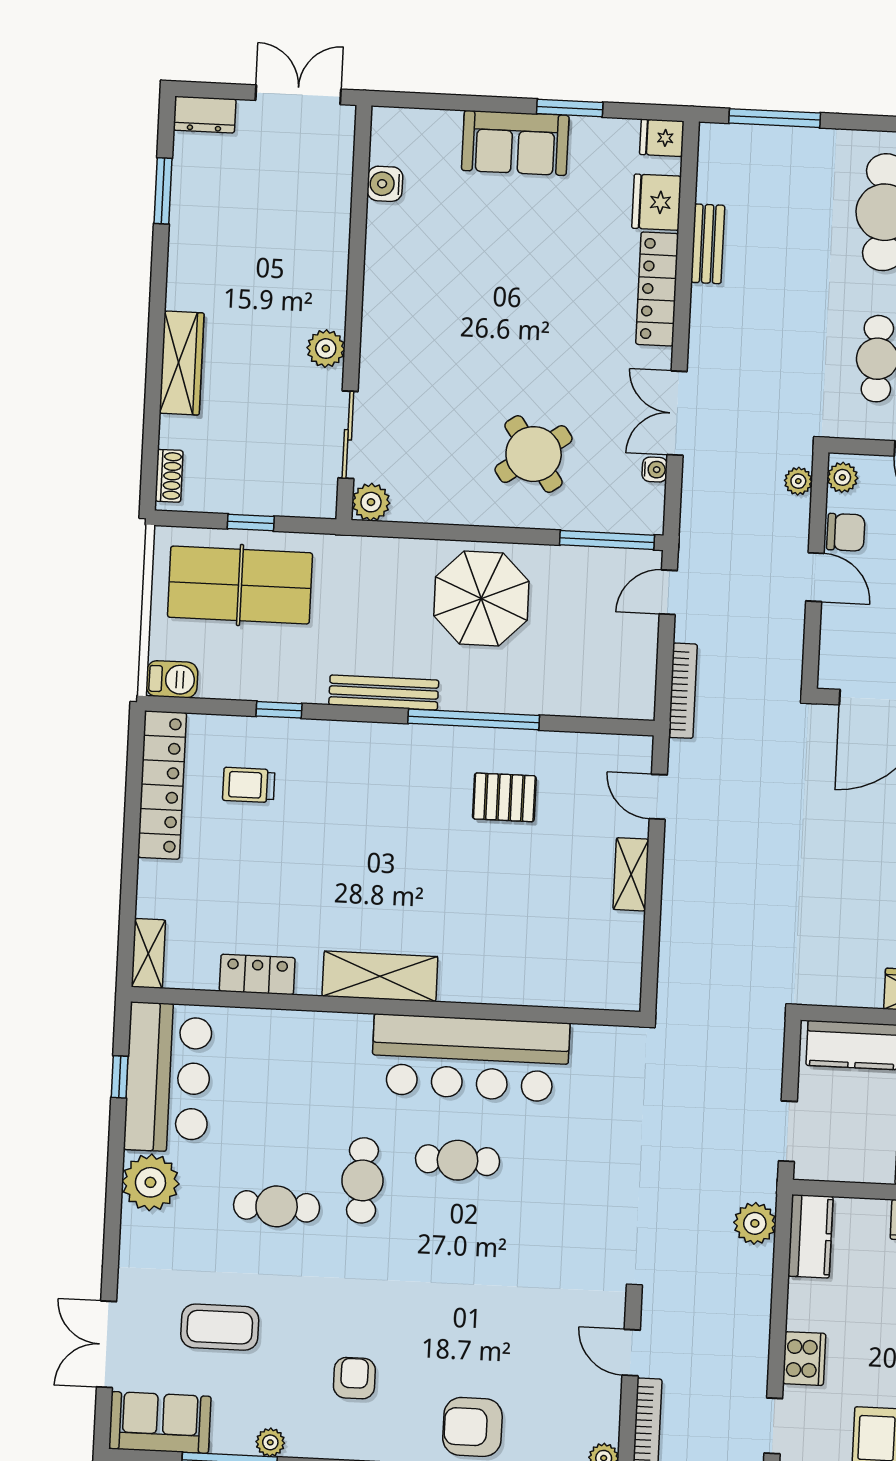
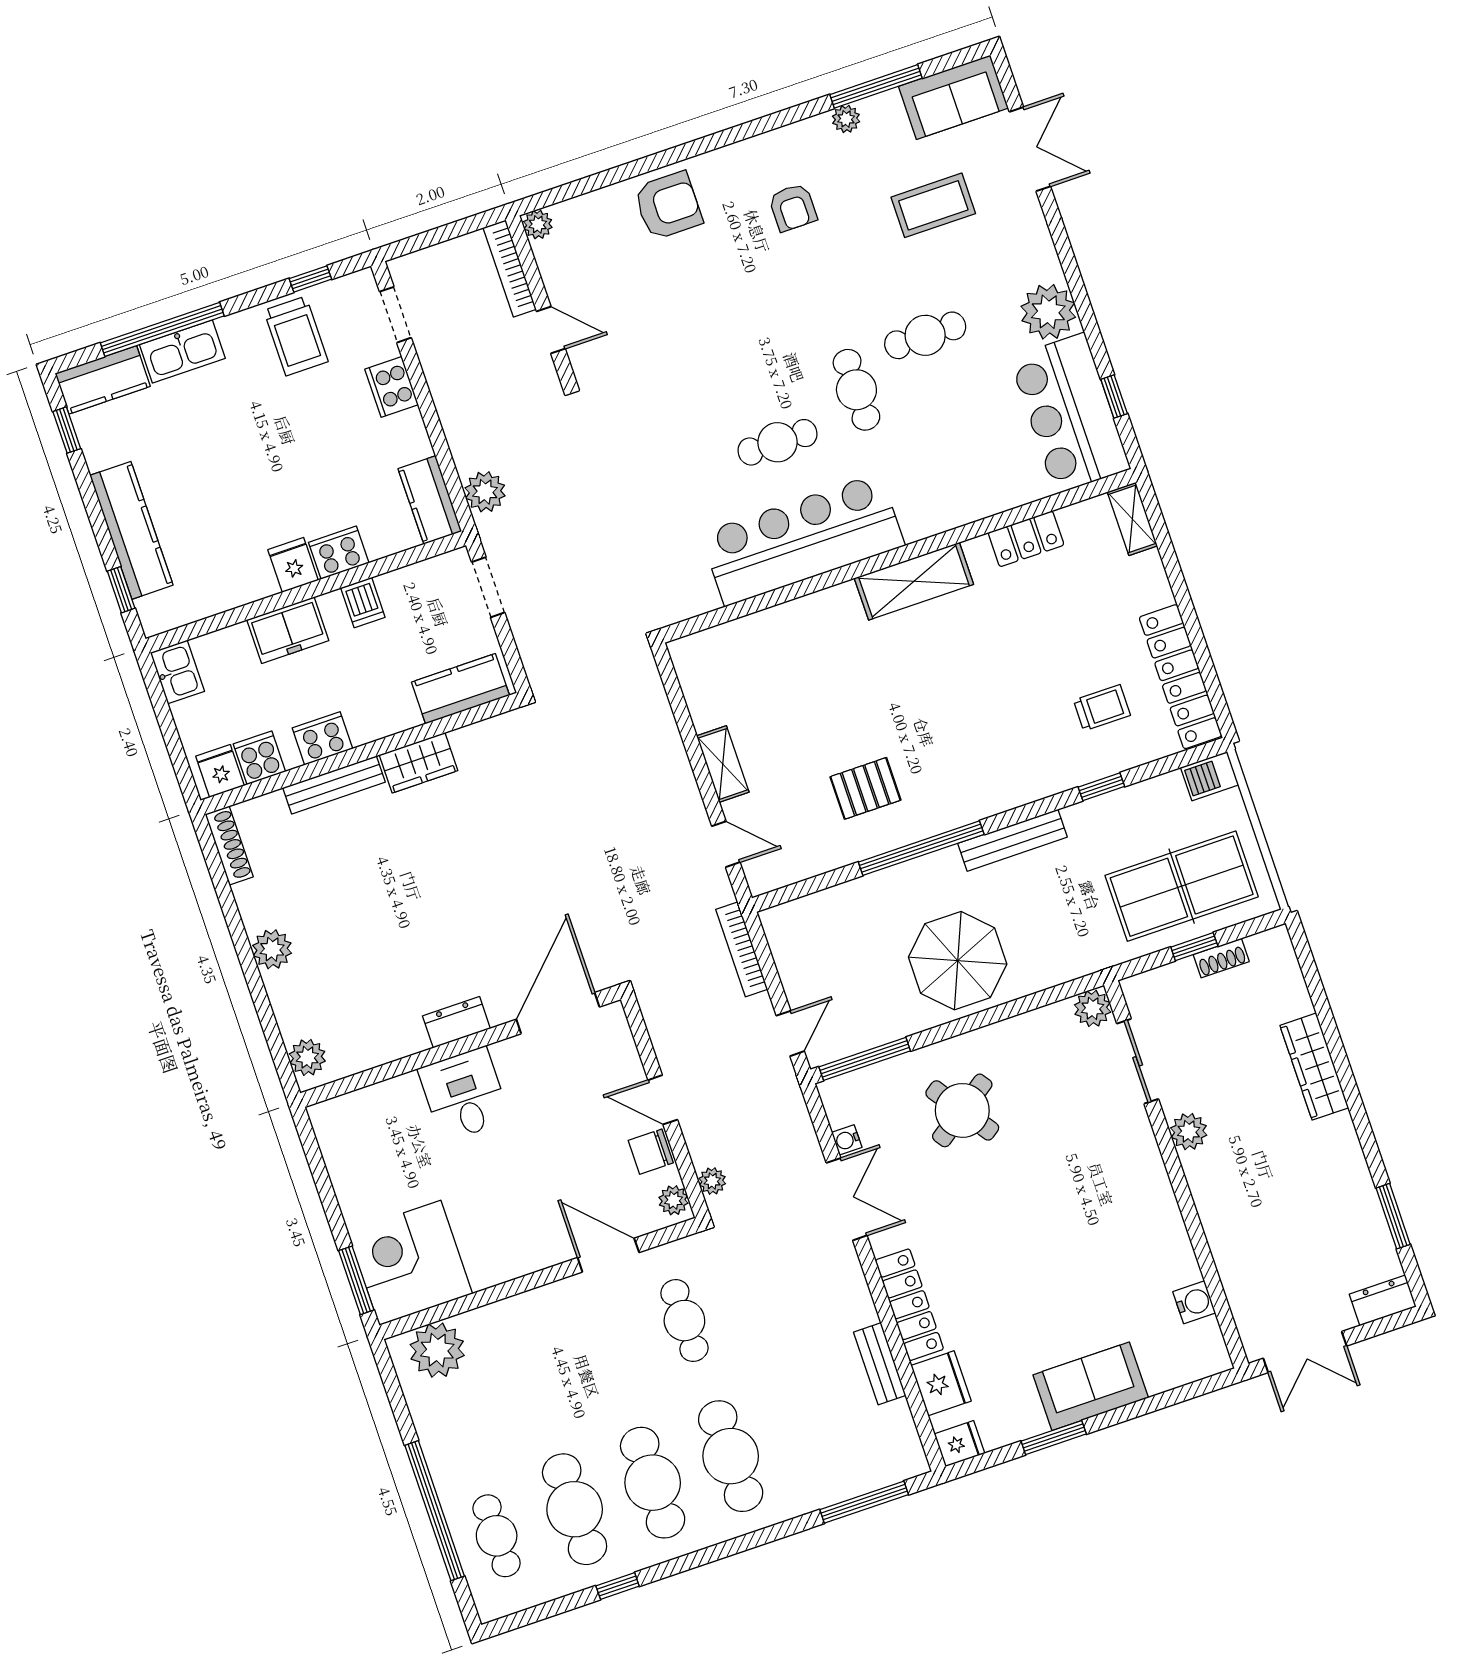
shoe rack: (169, 476) -> (1221, 958), moved, turned -90

